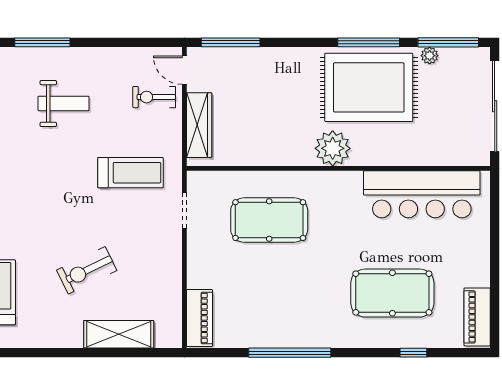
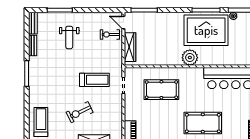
weight bench: (63, 103) -> (69, 37), turned 90
treadmill: (130, 173) -> (94, 80), moved
pool table: (392, 293) -> (203, 123), moved

